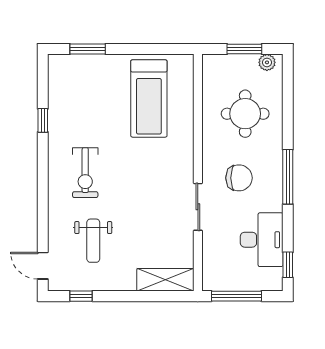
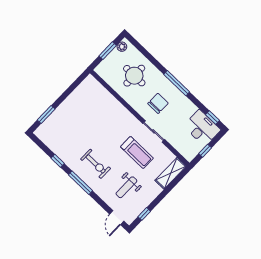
treadmill: (149, 98) -> (137, 152), moved, width x0.73, depth x0.73
window: (43, 176) -> (80, 183), added
desk: (262, 240) -> (202, 128), moved
weight bench: (93, 241) -> (126, 187), turned 90
door: (43, 266) -> (117, 218), hinge flipped
window: (236, 296) -> (205, 151), width x0.46

